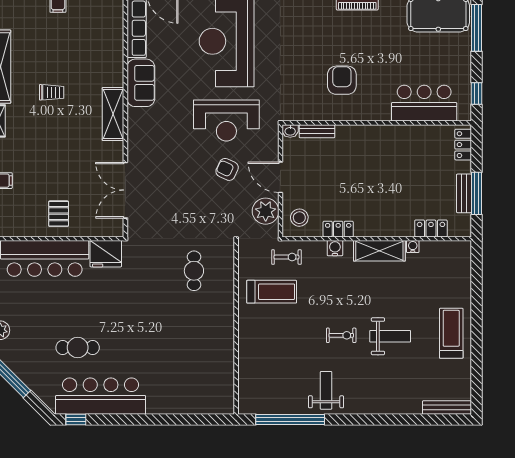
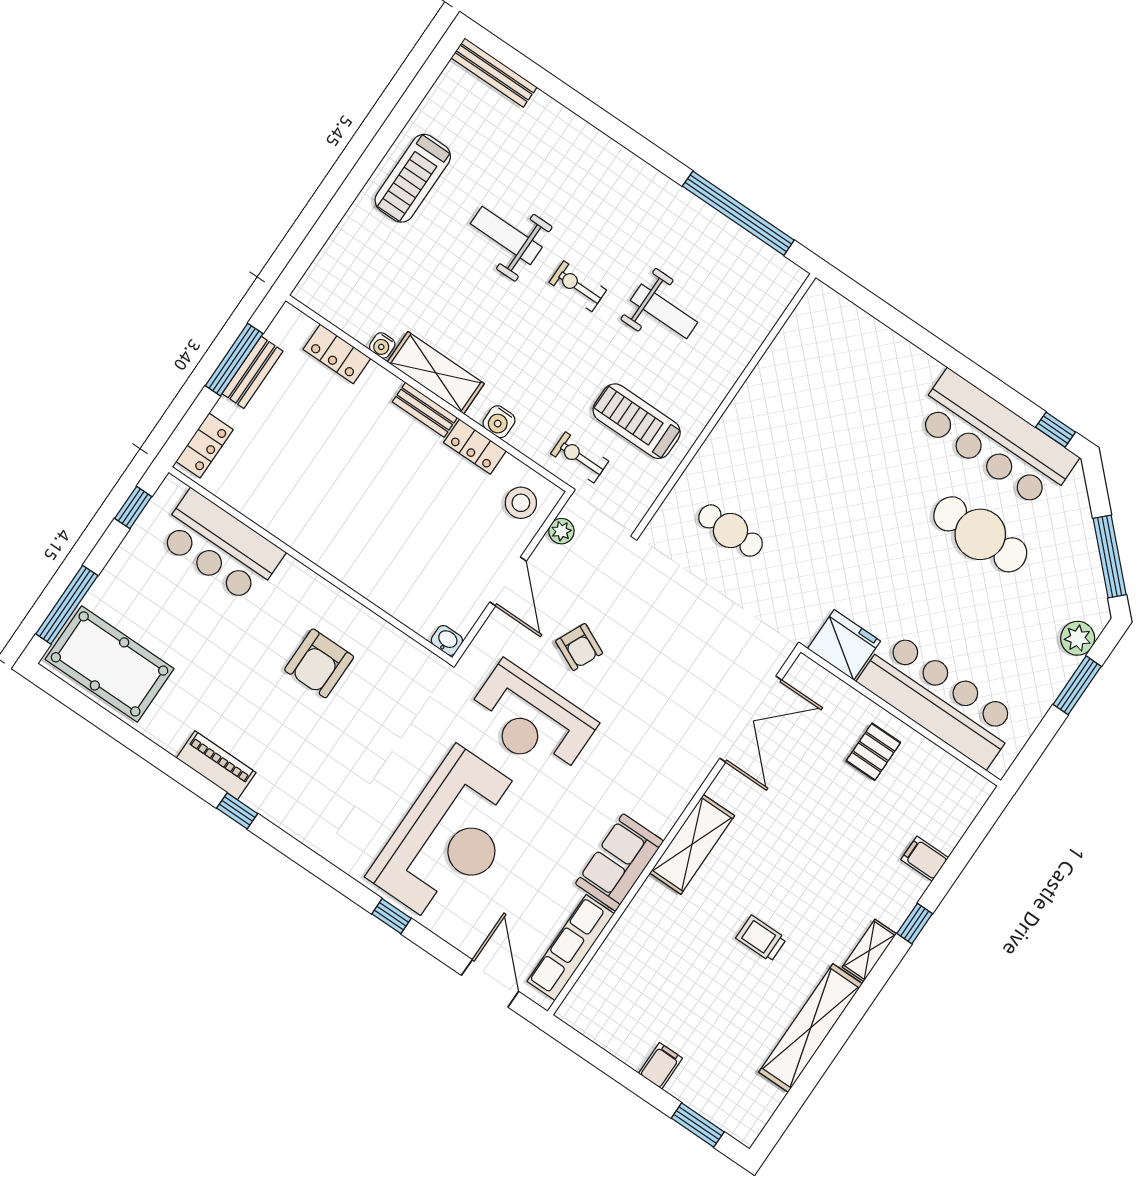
reception desk: (226, 121) -> (531, 720), turned 180
bench: (317, 131) -> (425, 410), moved
plant: (266, 211) -> (561, 531), width x0.53, depth x0.53
cafe table: (194, 271) -> (731, 531), turned 90
cafe table: (78, 348) -> (980, 534), width x1.37, depth x1.35
weight bench: (326, 390) -> (664, 311), moved, turned -90

